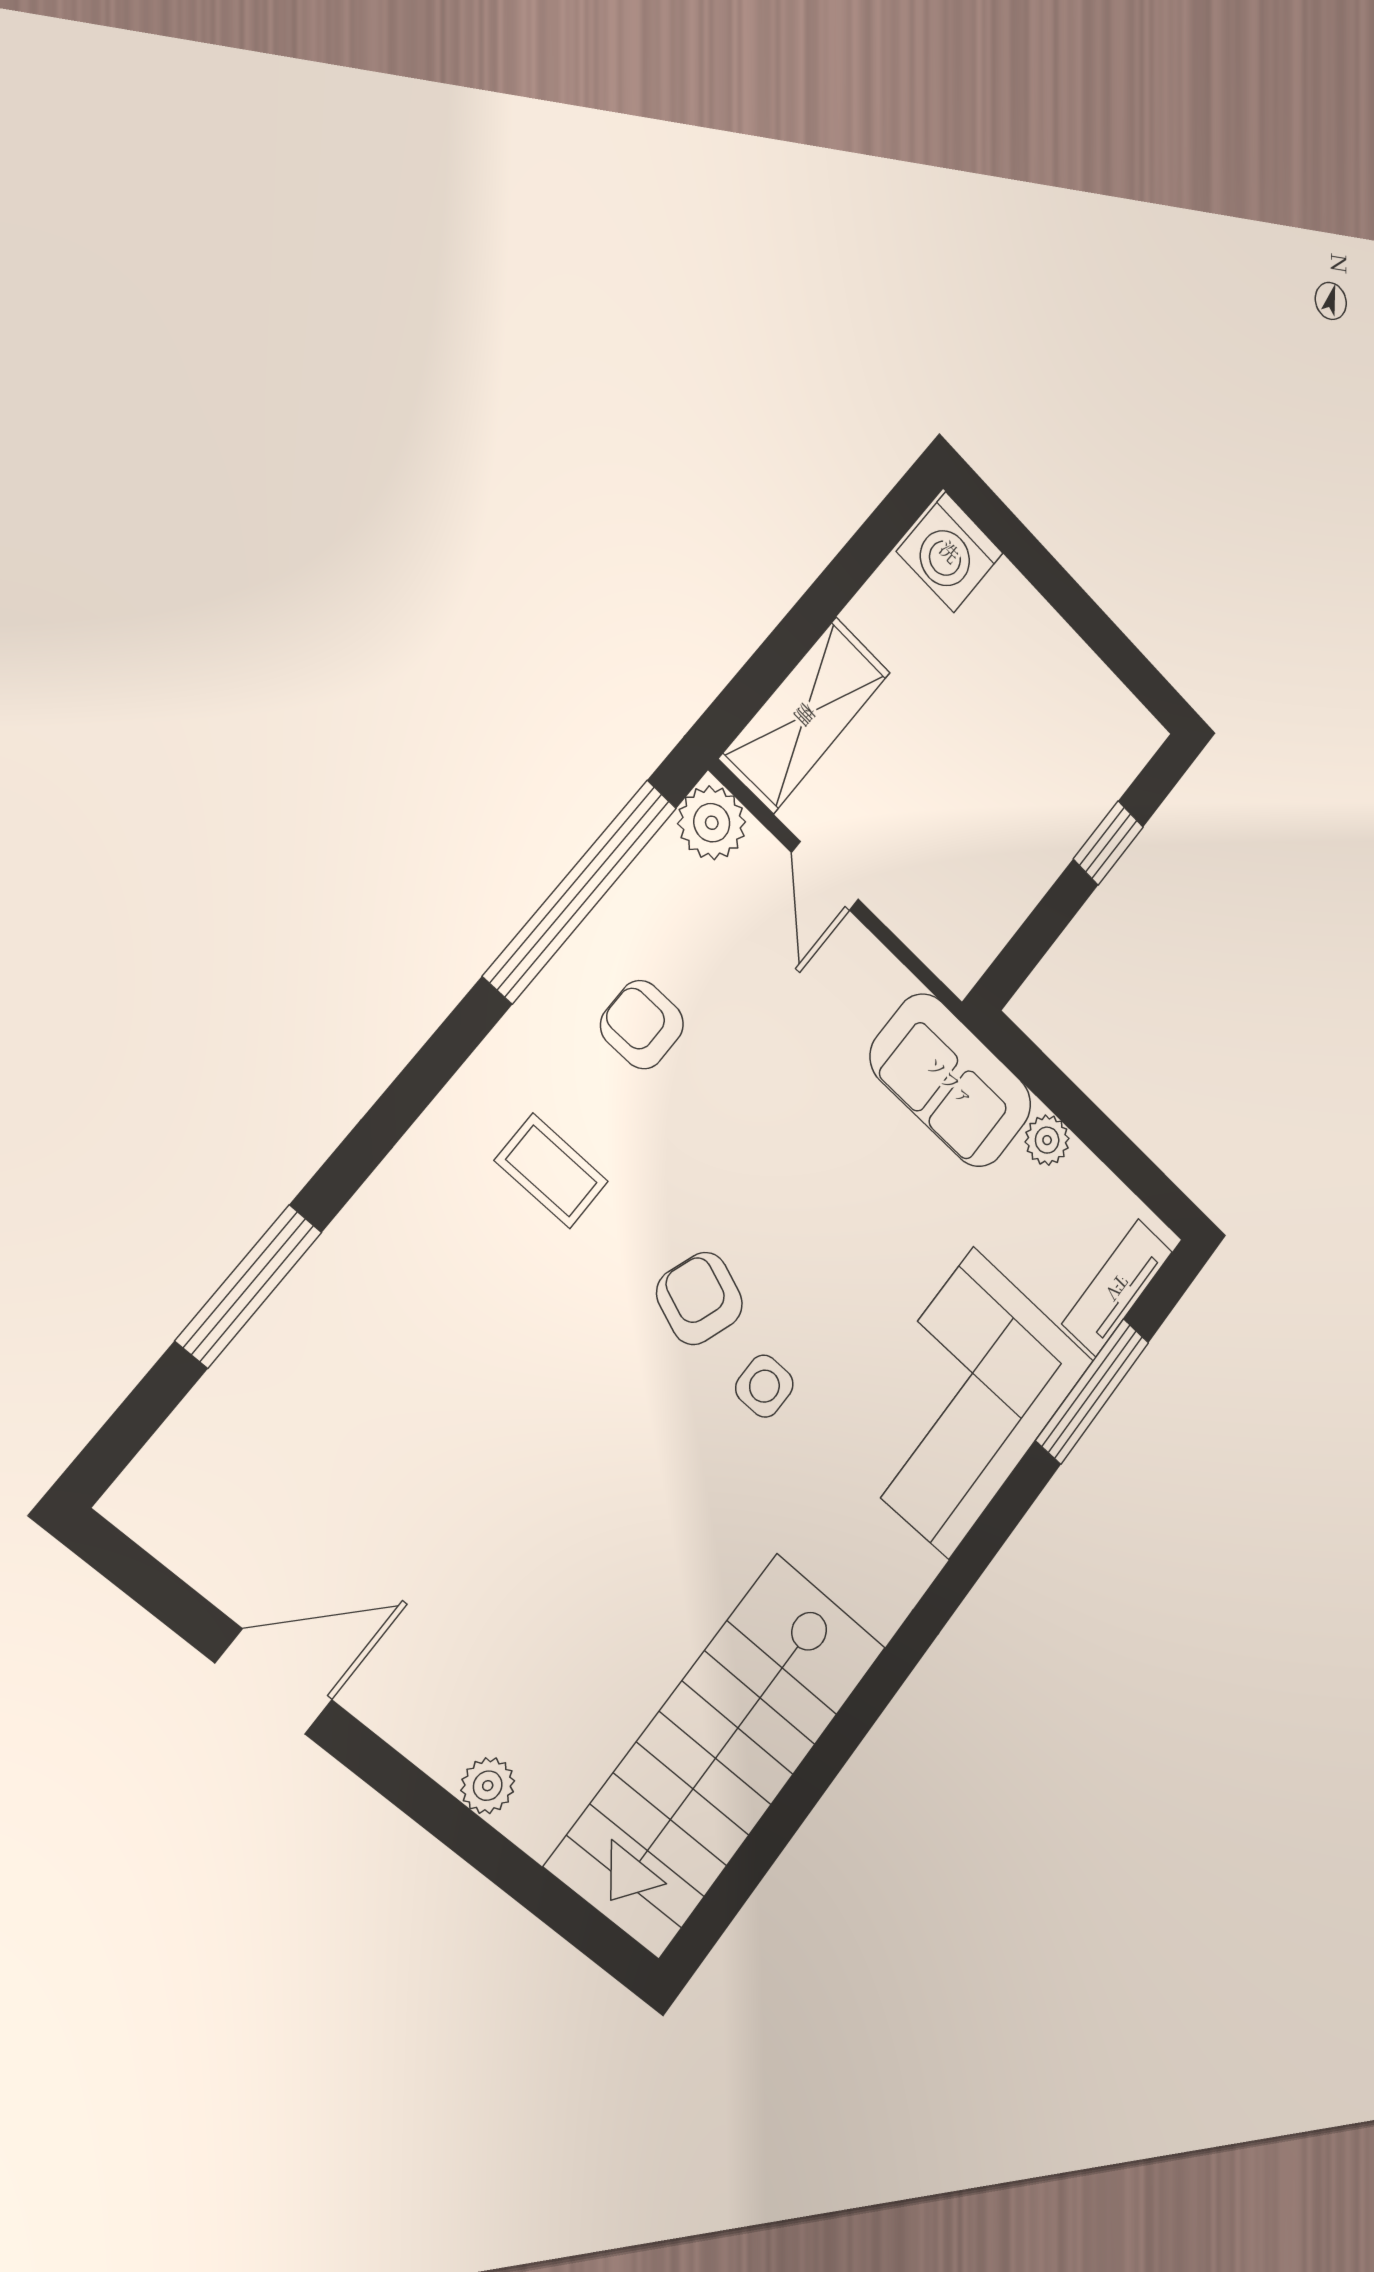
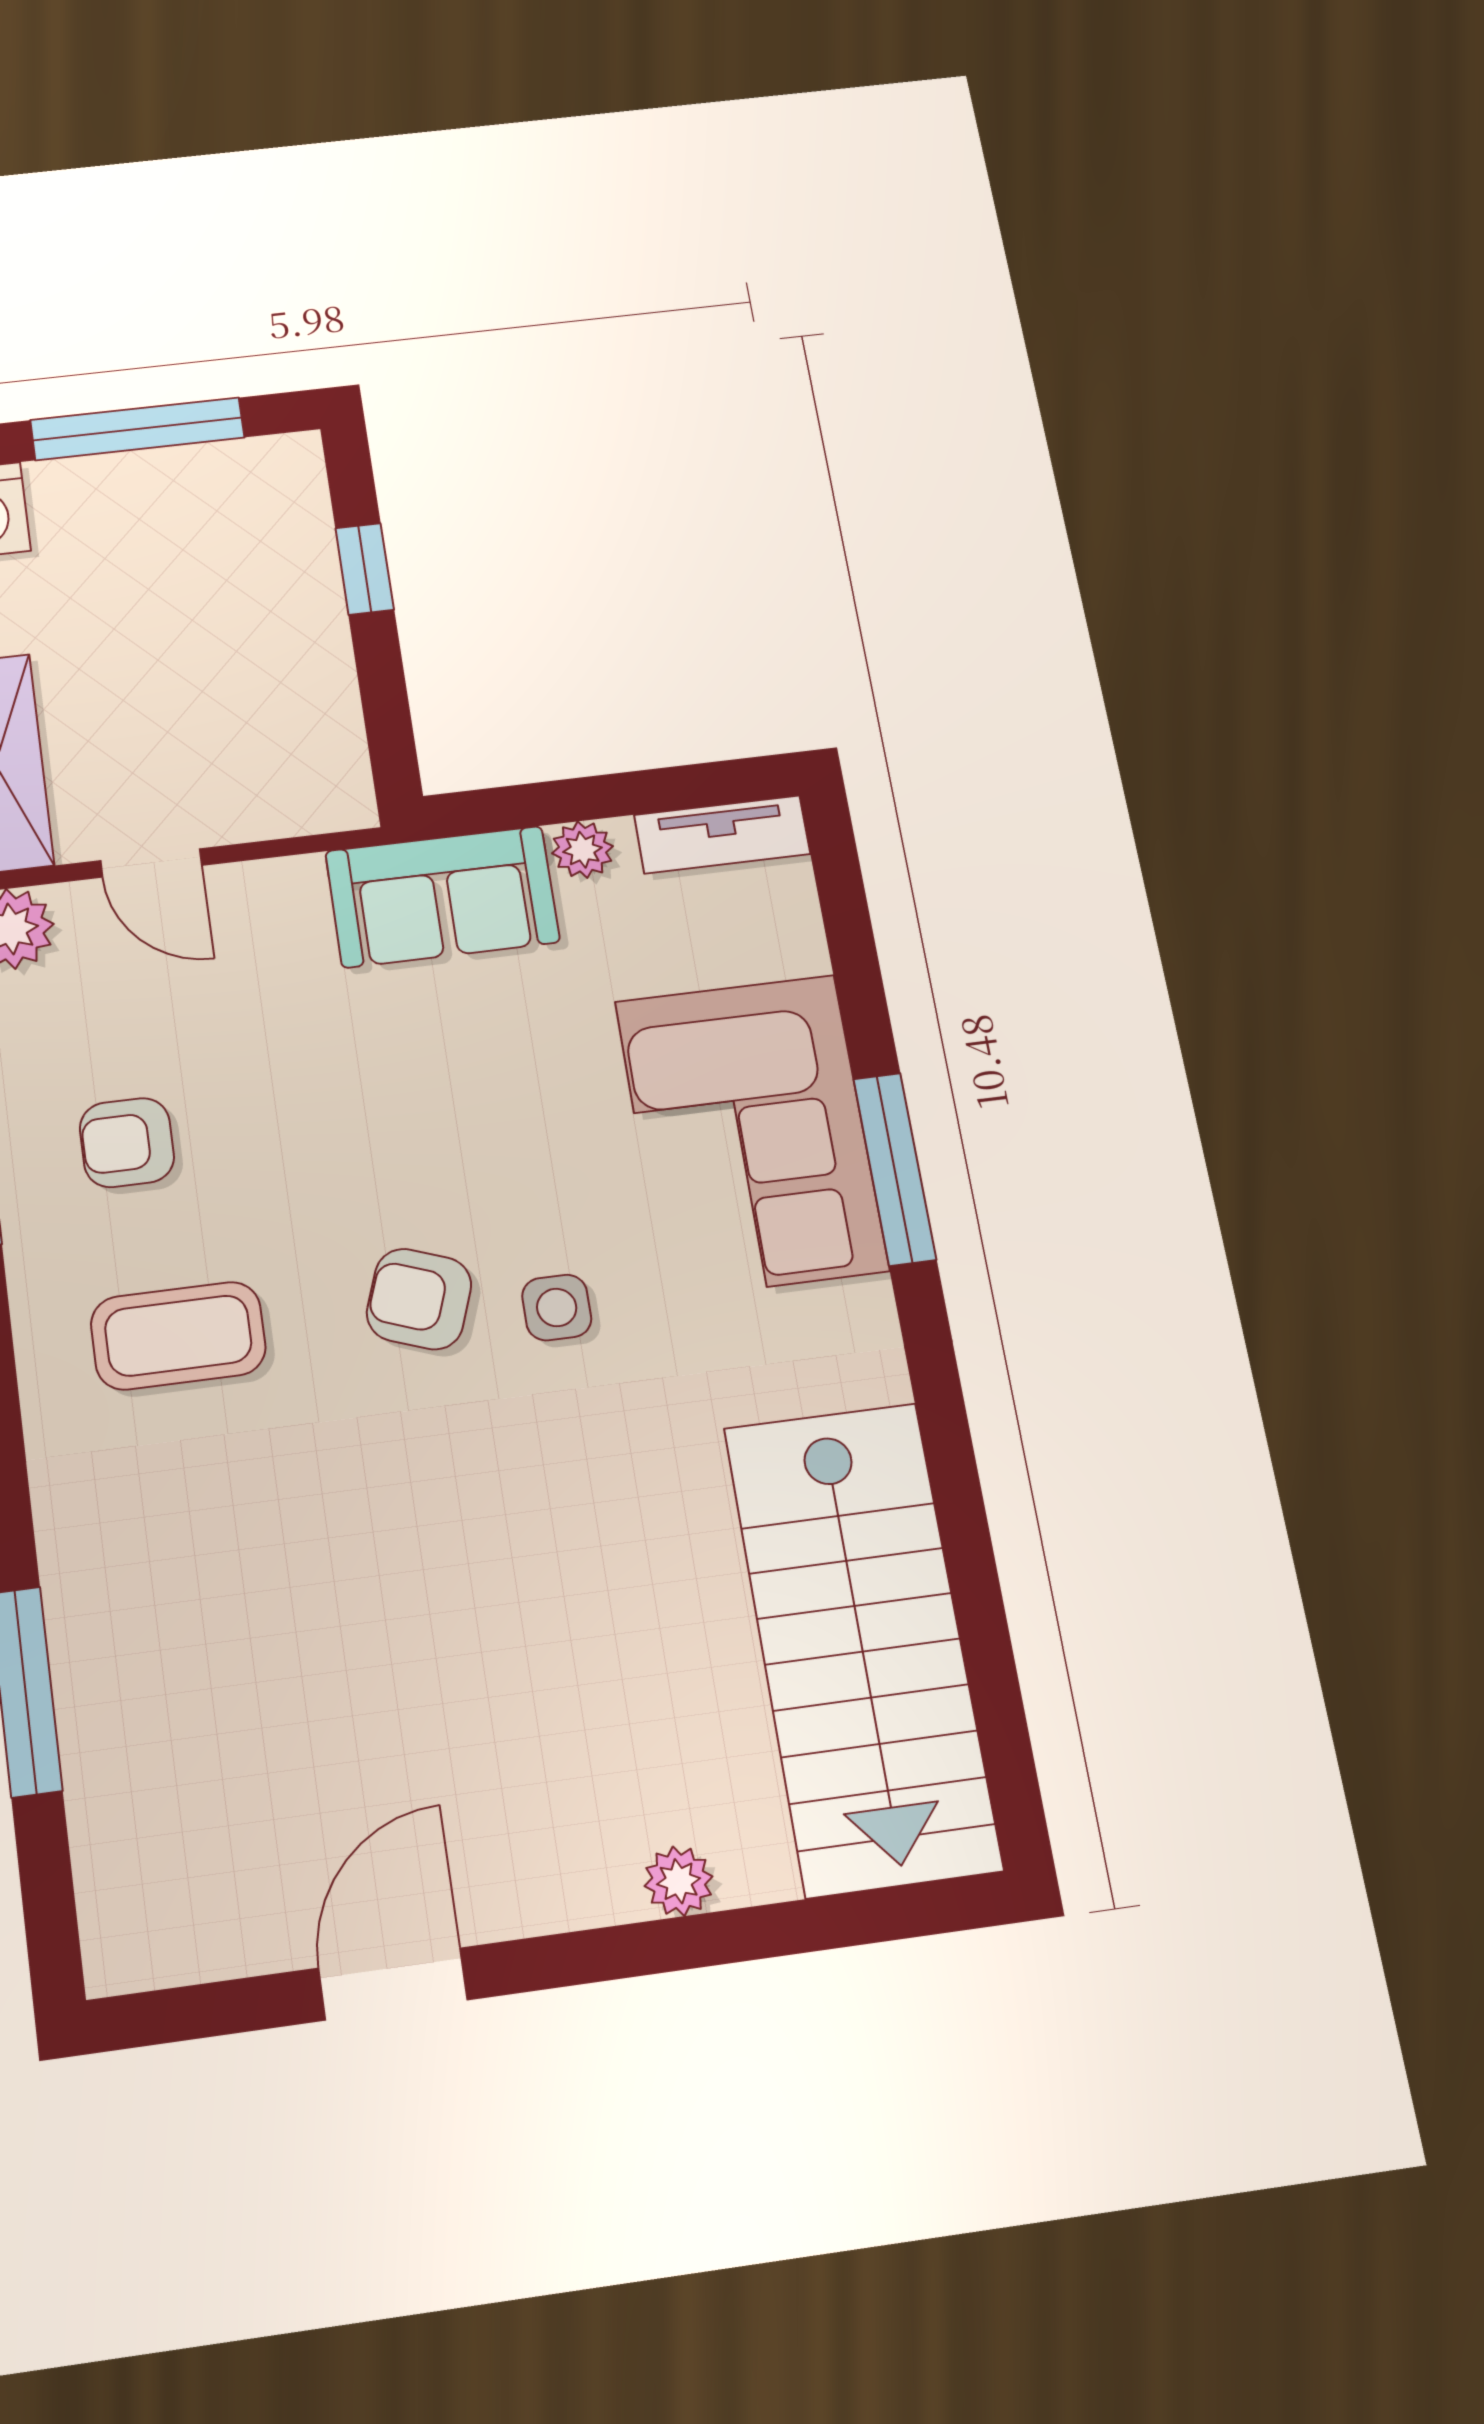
window: (1082, 613) -> (137, 429), added
coffee table: (551, 1171) -> (178, 1336), width x1.36, depth x1.30
tv unit: (1117, 1288) -> (722, 834), moved, turned -90
window: (1092, 1391) -> (895, 1169), moved

